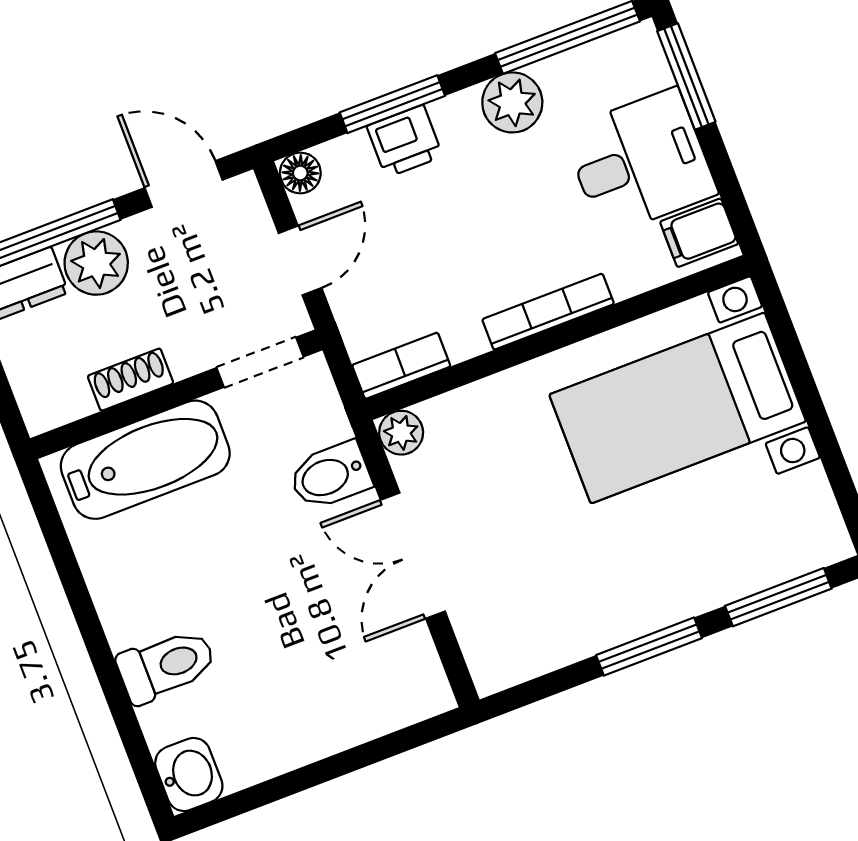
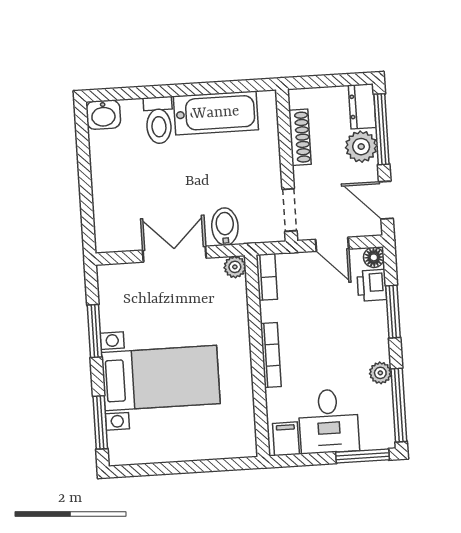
plant: (512, 102) -> (380, 373), width x0.73, depth x0.73
printer: (405, 141) -> (372, 285), moved
door: (184, 184) -> (386, 200), swing flipped
shoe rack: (131, 380) -> (300, 137), width x1.43
bed with nightstands: (678, 408) -> (161, 378), moved, turned 90
bathtub: (145, 460) -> (216, 113), moved, turned -90
window: (649, 647) -> (95, 331), moved

